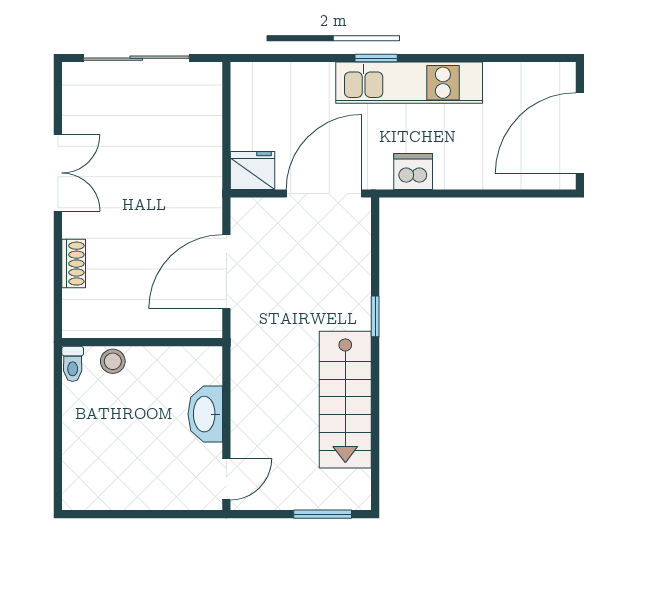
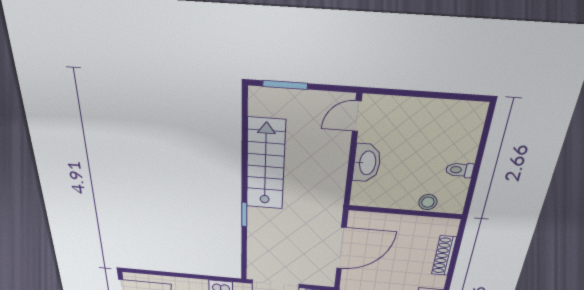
shoe rack: (74, 264) -> (444, 256), width x1.43
toilet: (73, 364) -> (460, 170), moved, turned -90

